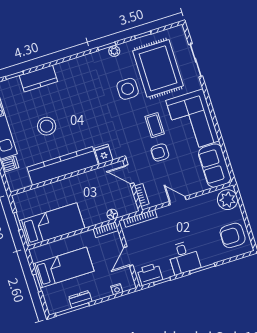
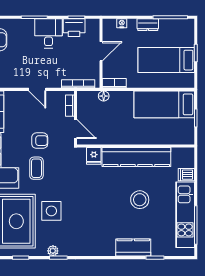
printer: (150, 274) -> (74, 28), moved
dresser: (80, 299) -> (148, 25), moved

